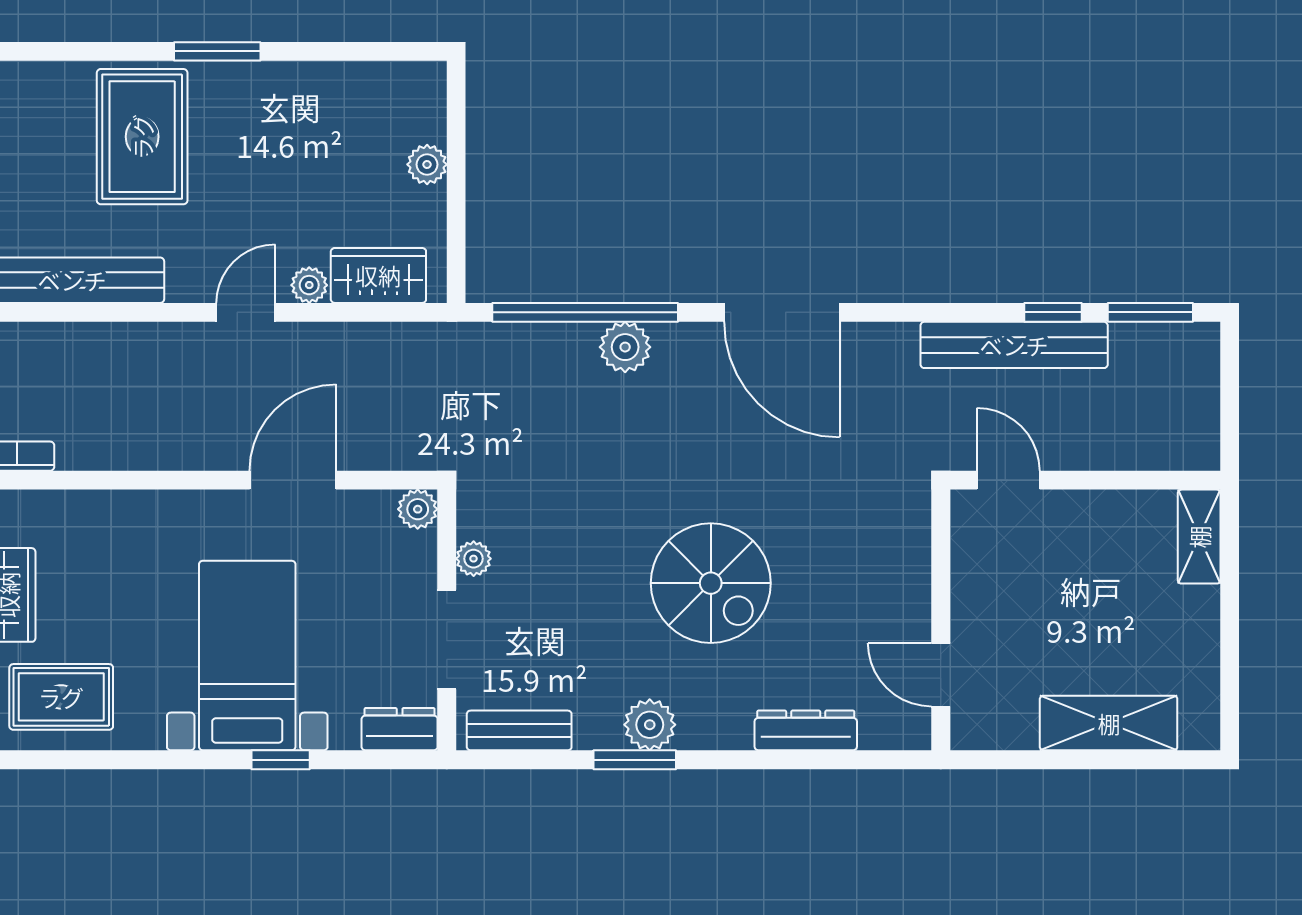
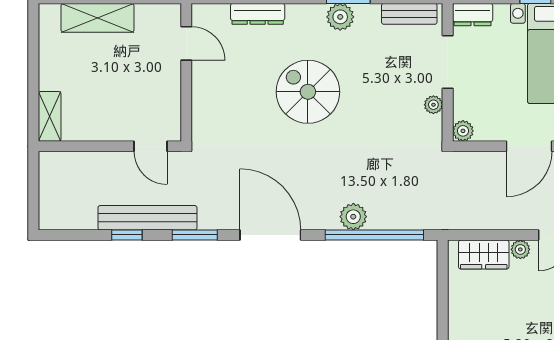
plant: (427, 164) -> (458, 313), removed
window: (1150, 312) -> (195, 235), moved

